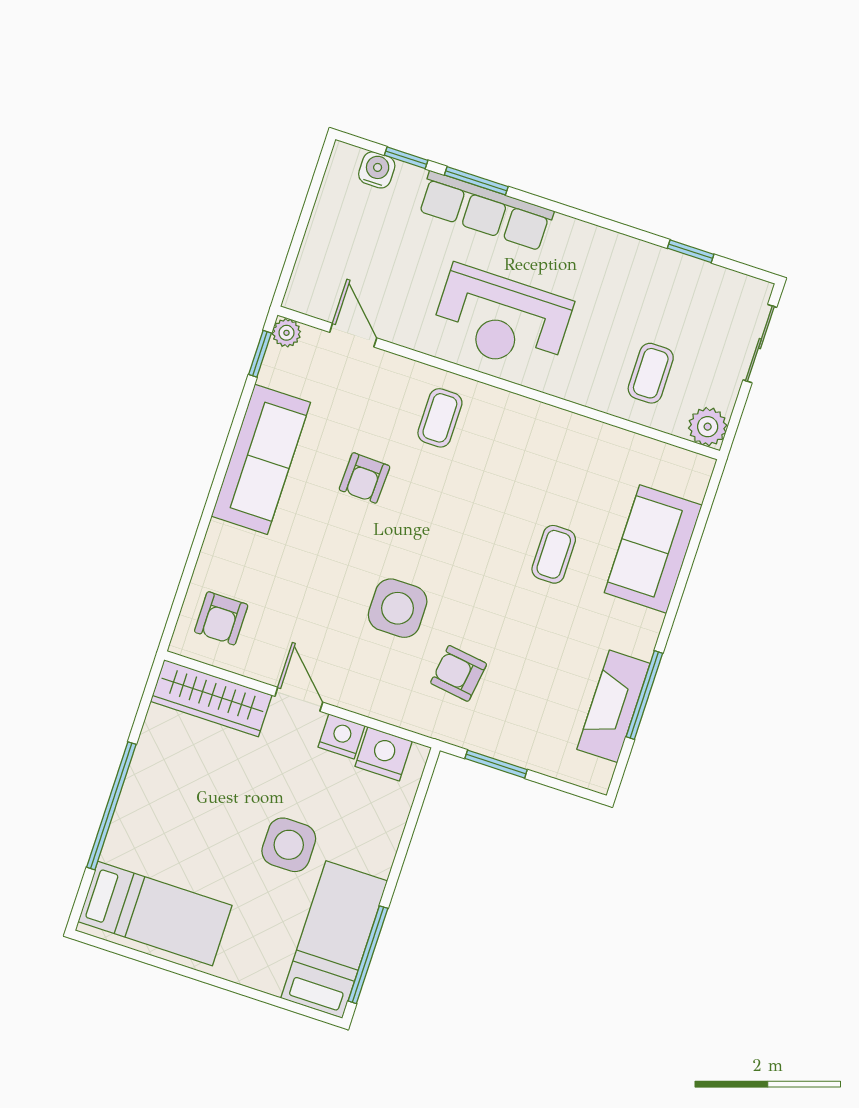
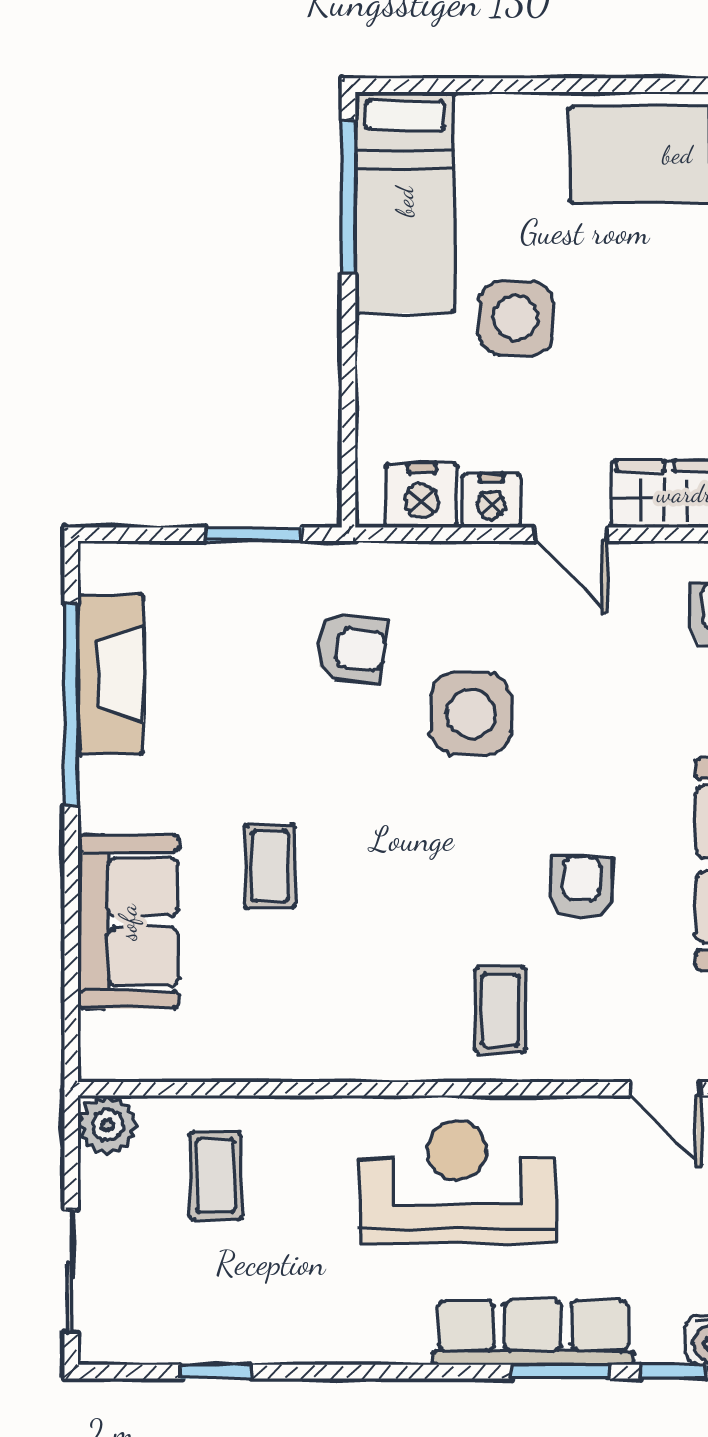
window: (644, 695) -> (71, 705), width x1.46

